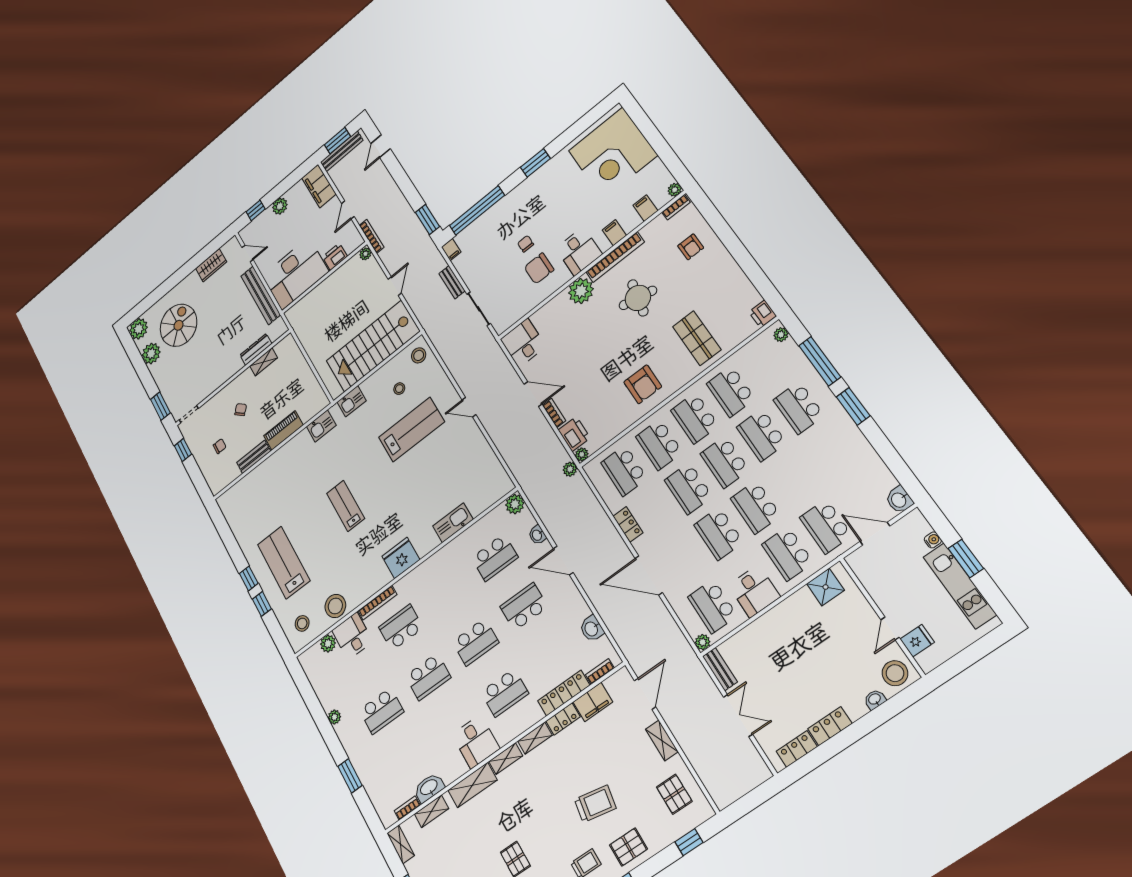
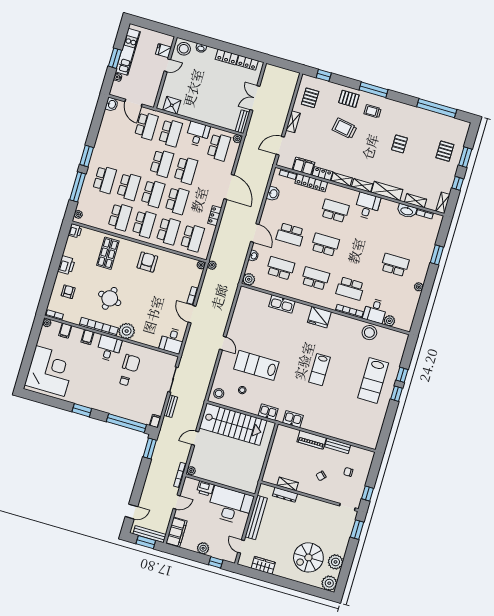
printer: (574, 434) -> (66, 265), moved, turned 180
stool: (302, 623) -> (392, 344), removed
school desk: (428, 677) -> (315, 278), moved

